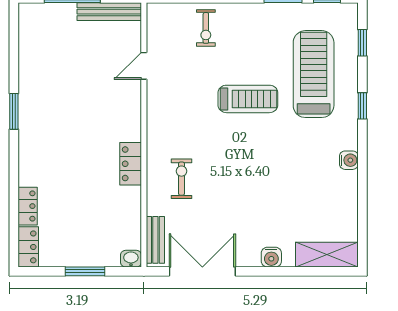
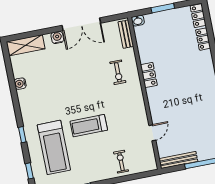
water cooler: (349, 160) -> (20, 84), moved
double door: (202, 271) -> (81, 24), moved

